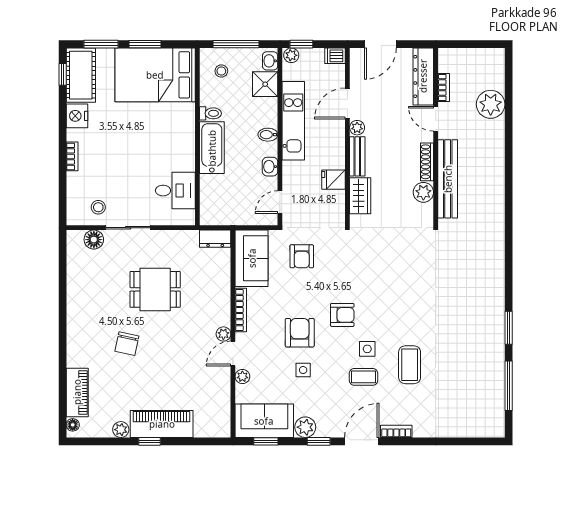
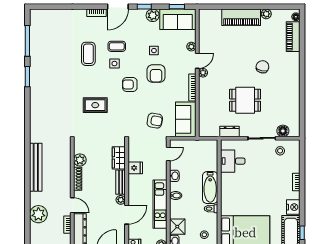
bench: (448, 179) -> (36, 167), moved
dresser: (215, 239) -> (230, 131), moved
armchair: (302, 256) -> (155, 121), turned 100
rug: (398, 281) -> (95, 105), added
window: (149, 441) -> (249, 7), removed

